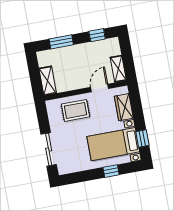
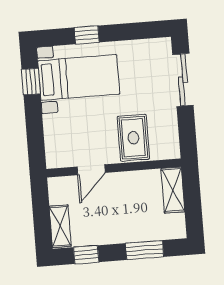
shelving: (118, 69) -> (60, 226), moved
wardrobe: (124, 107) -> (55, 135), removed
rug: (76, 110) -> (133, 138), turned 90

